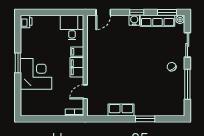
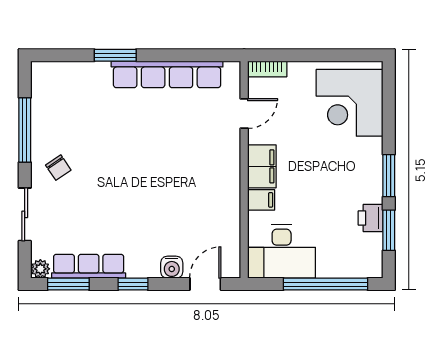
window: (47, 12) -> (325, 284), added
water cooler: (134, 20) -> (172, 267), moved
printer: (26, 21) -> (371, 218), moved
desk: (72, 28) -> (282, 252), width x1.37
window: (18, 38) -> (389, 230), added
corner desk: (36, 74) -> (350, 103), moved
row of seats: (121, 110) -> (167, 74), width x2.02

